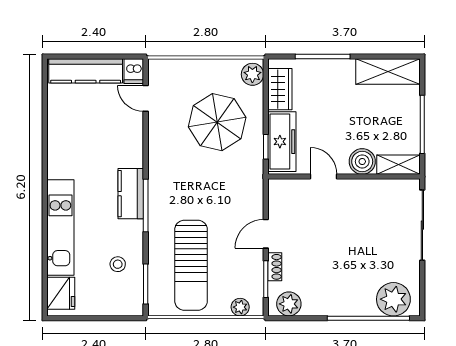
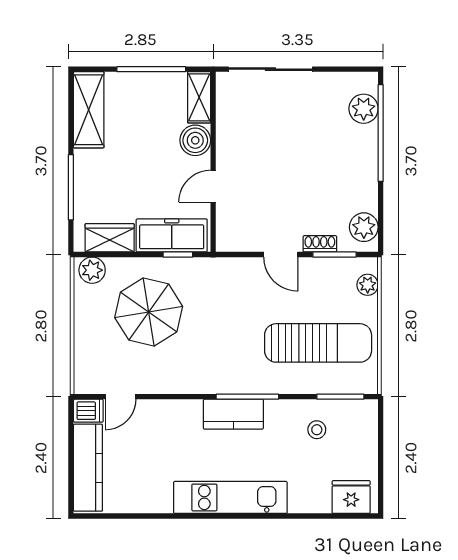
kitchen unit: (60, 227) -> (230, 497), moved
plant: (393, 299) -> (364, 109), width x0.73, depth x0.73

